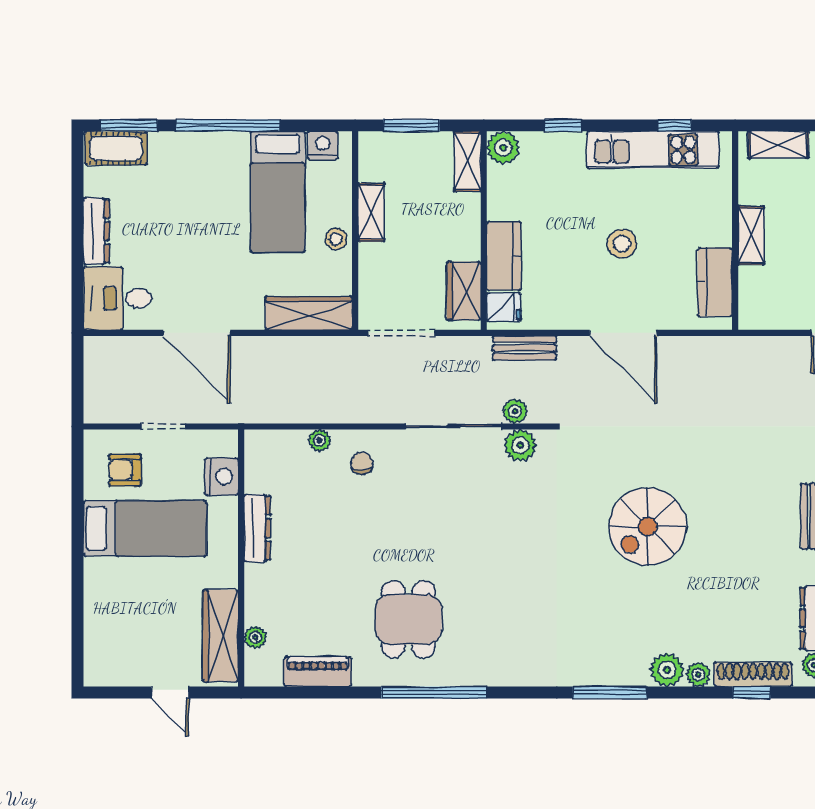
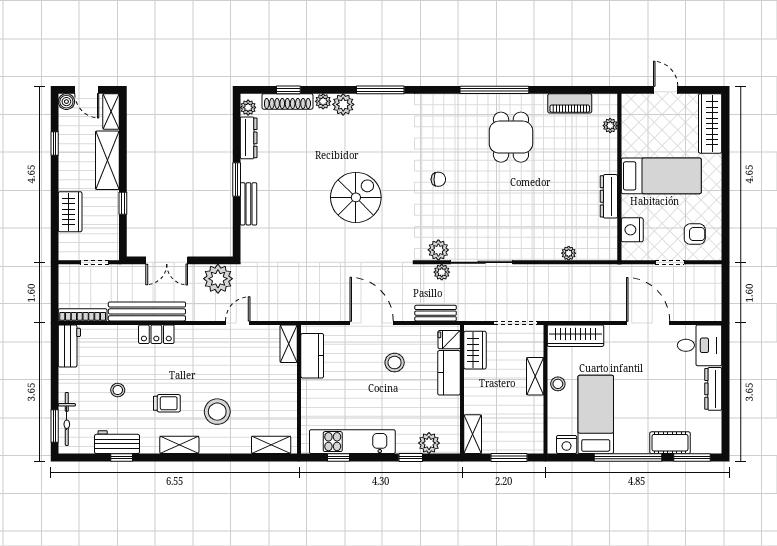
cot: (116, 148) -> (670, 443), moved
plant: (503, 148) -> (429, 443), moved
shelving: (371, 212) -> (535, 376), moved
shelving: (751, 235) -> (289, 344), moved
stool: (622, 244) -> (395, 363), moved
chair: (362, 463) -> (438, 179), moved, turned -90
bed: (145, 528) -> (661, 176), moved, turned 180
wardrobe: (220, 636) -> (710, 123), moved, turned 180

